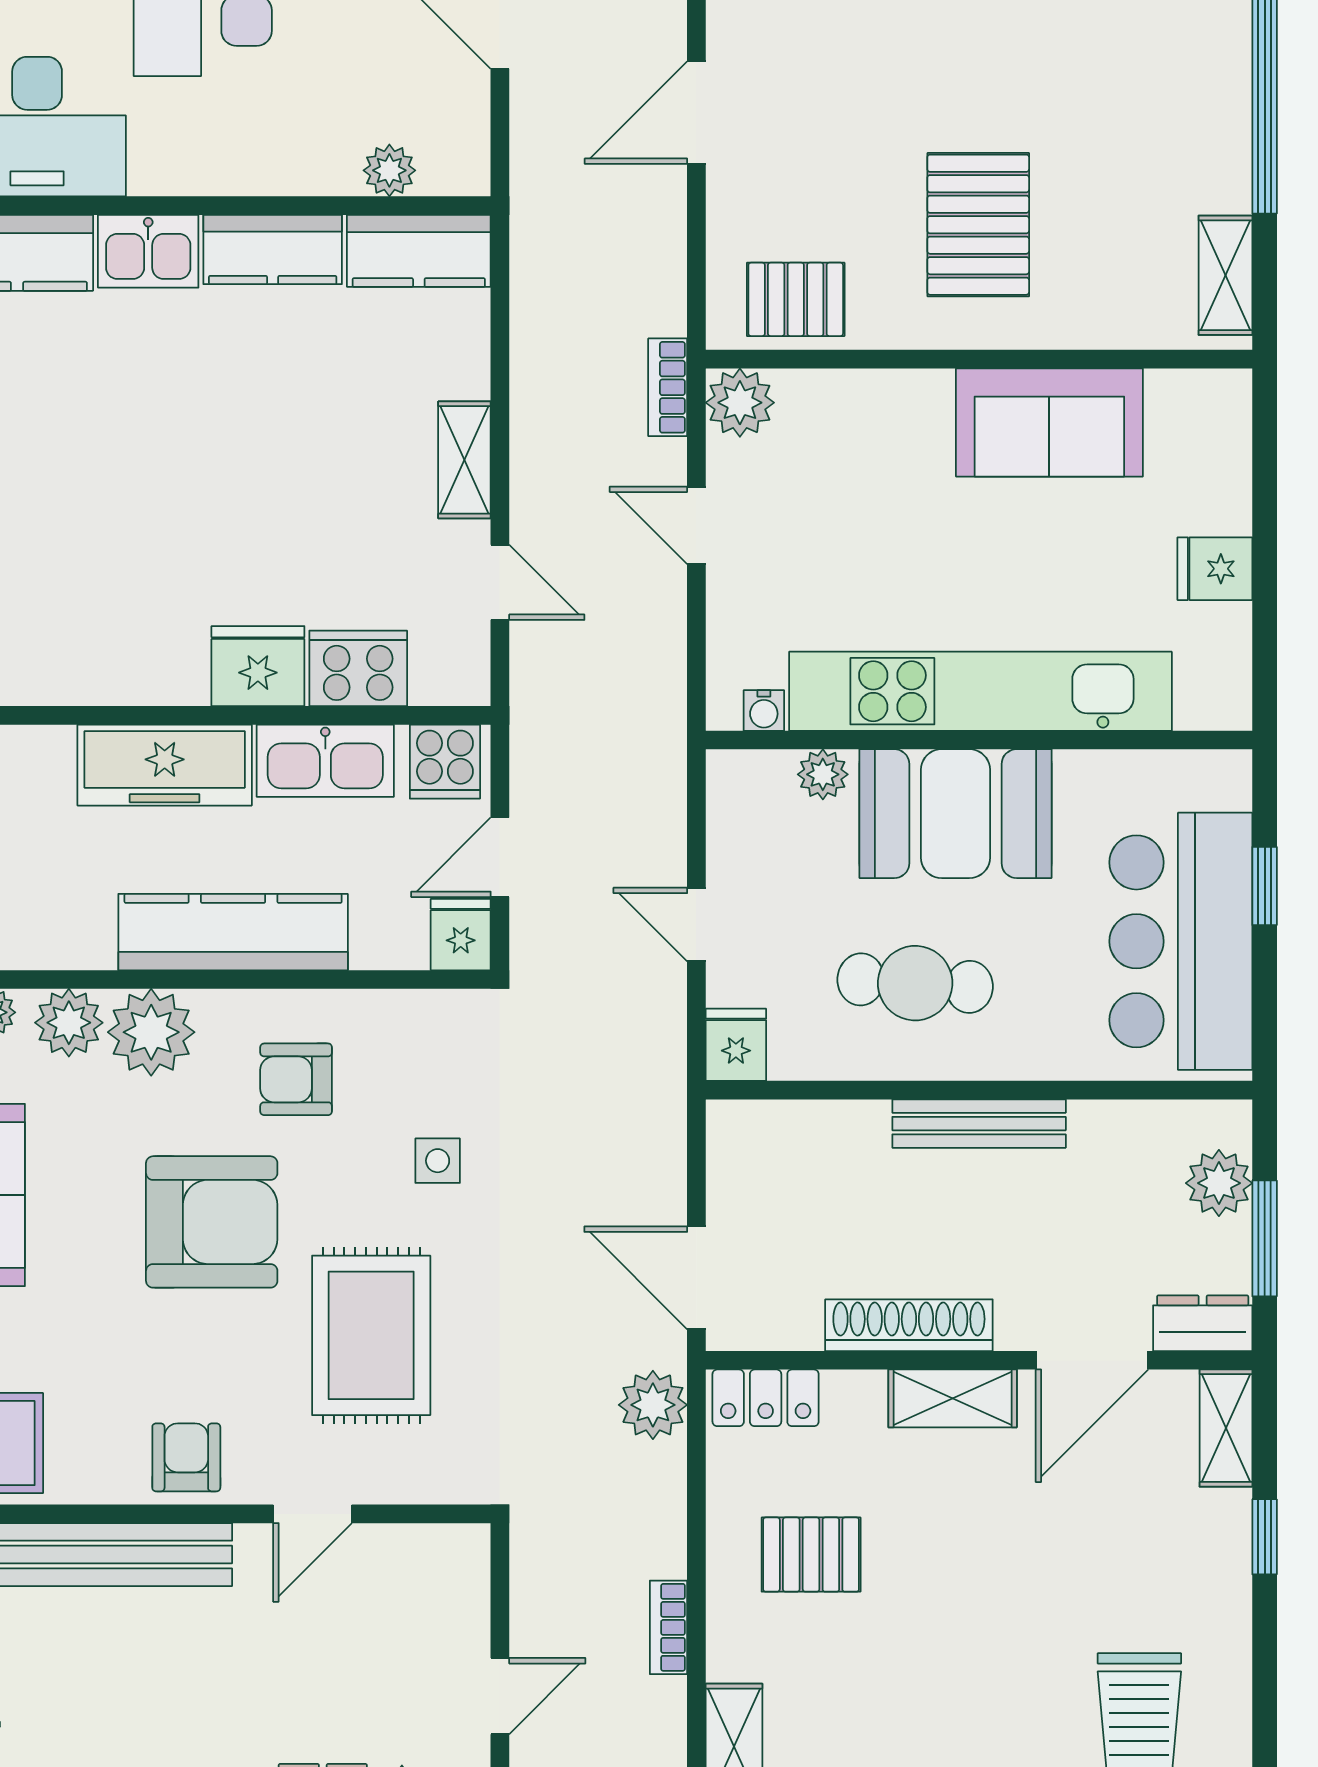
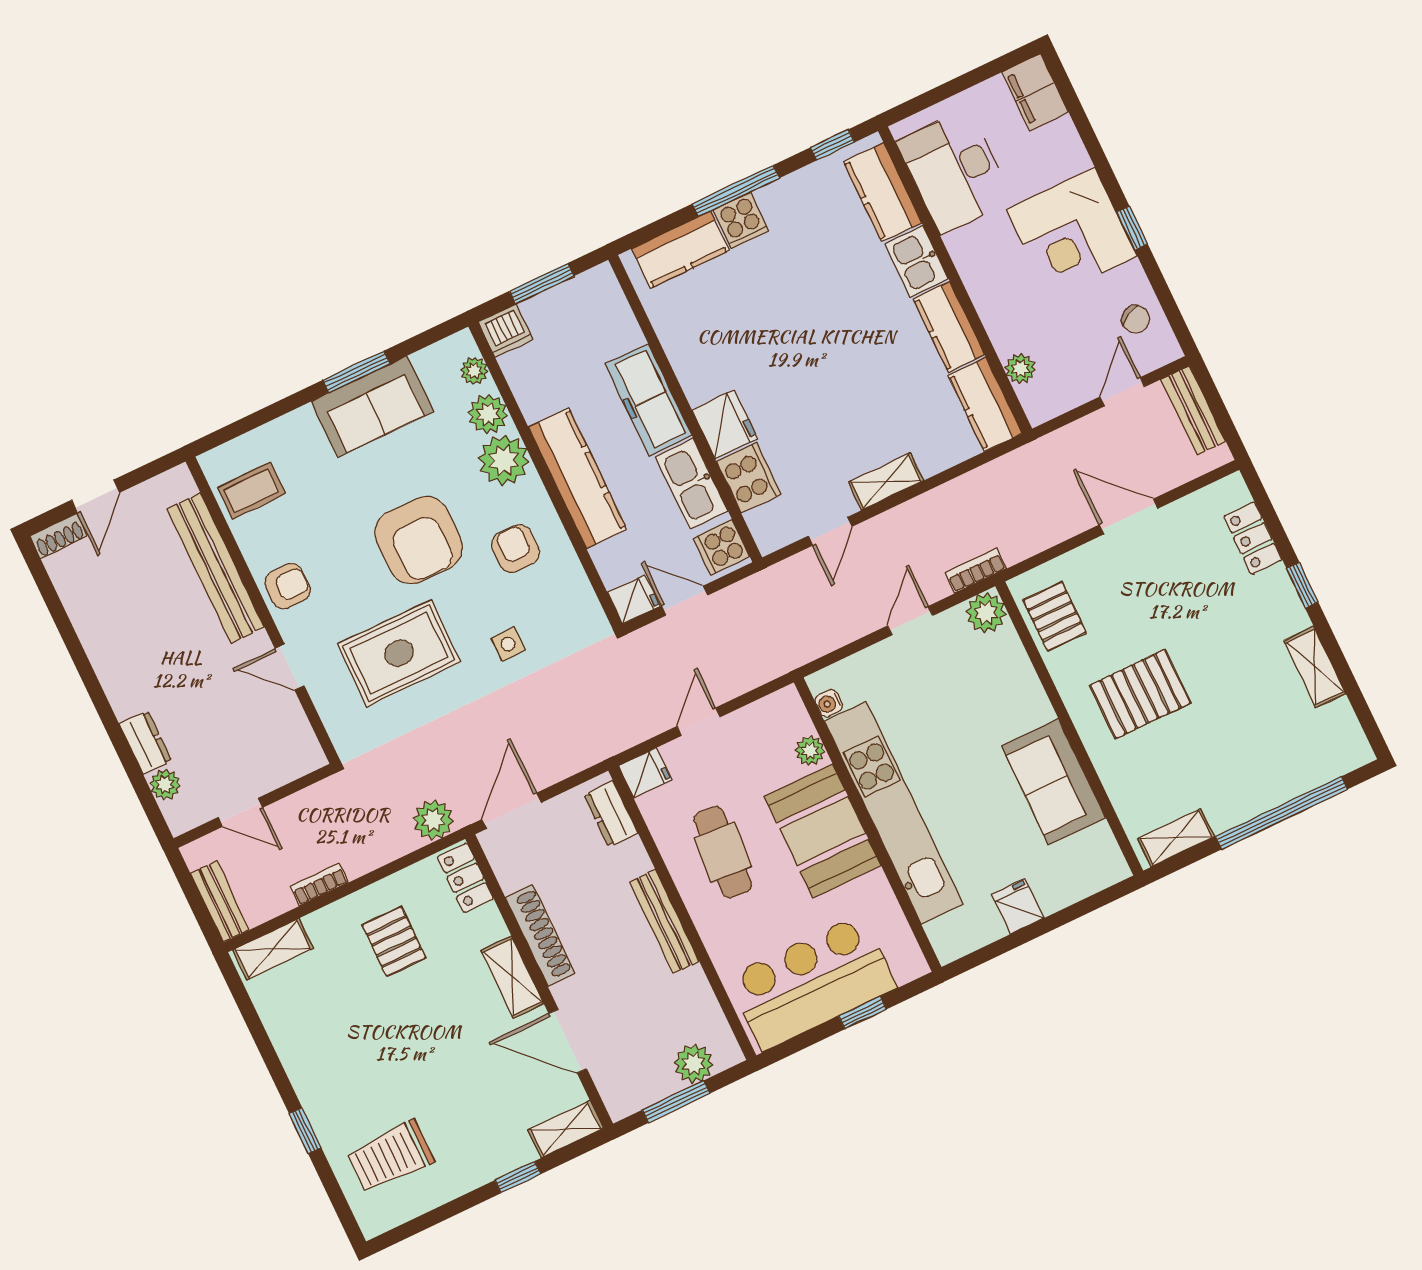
dresser: (1203, 1323) -> (611, 814), moved, turned 180

